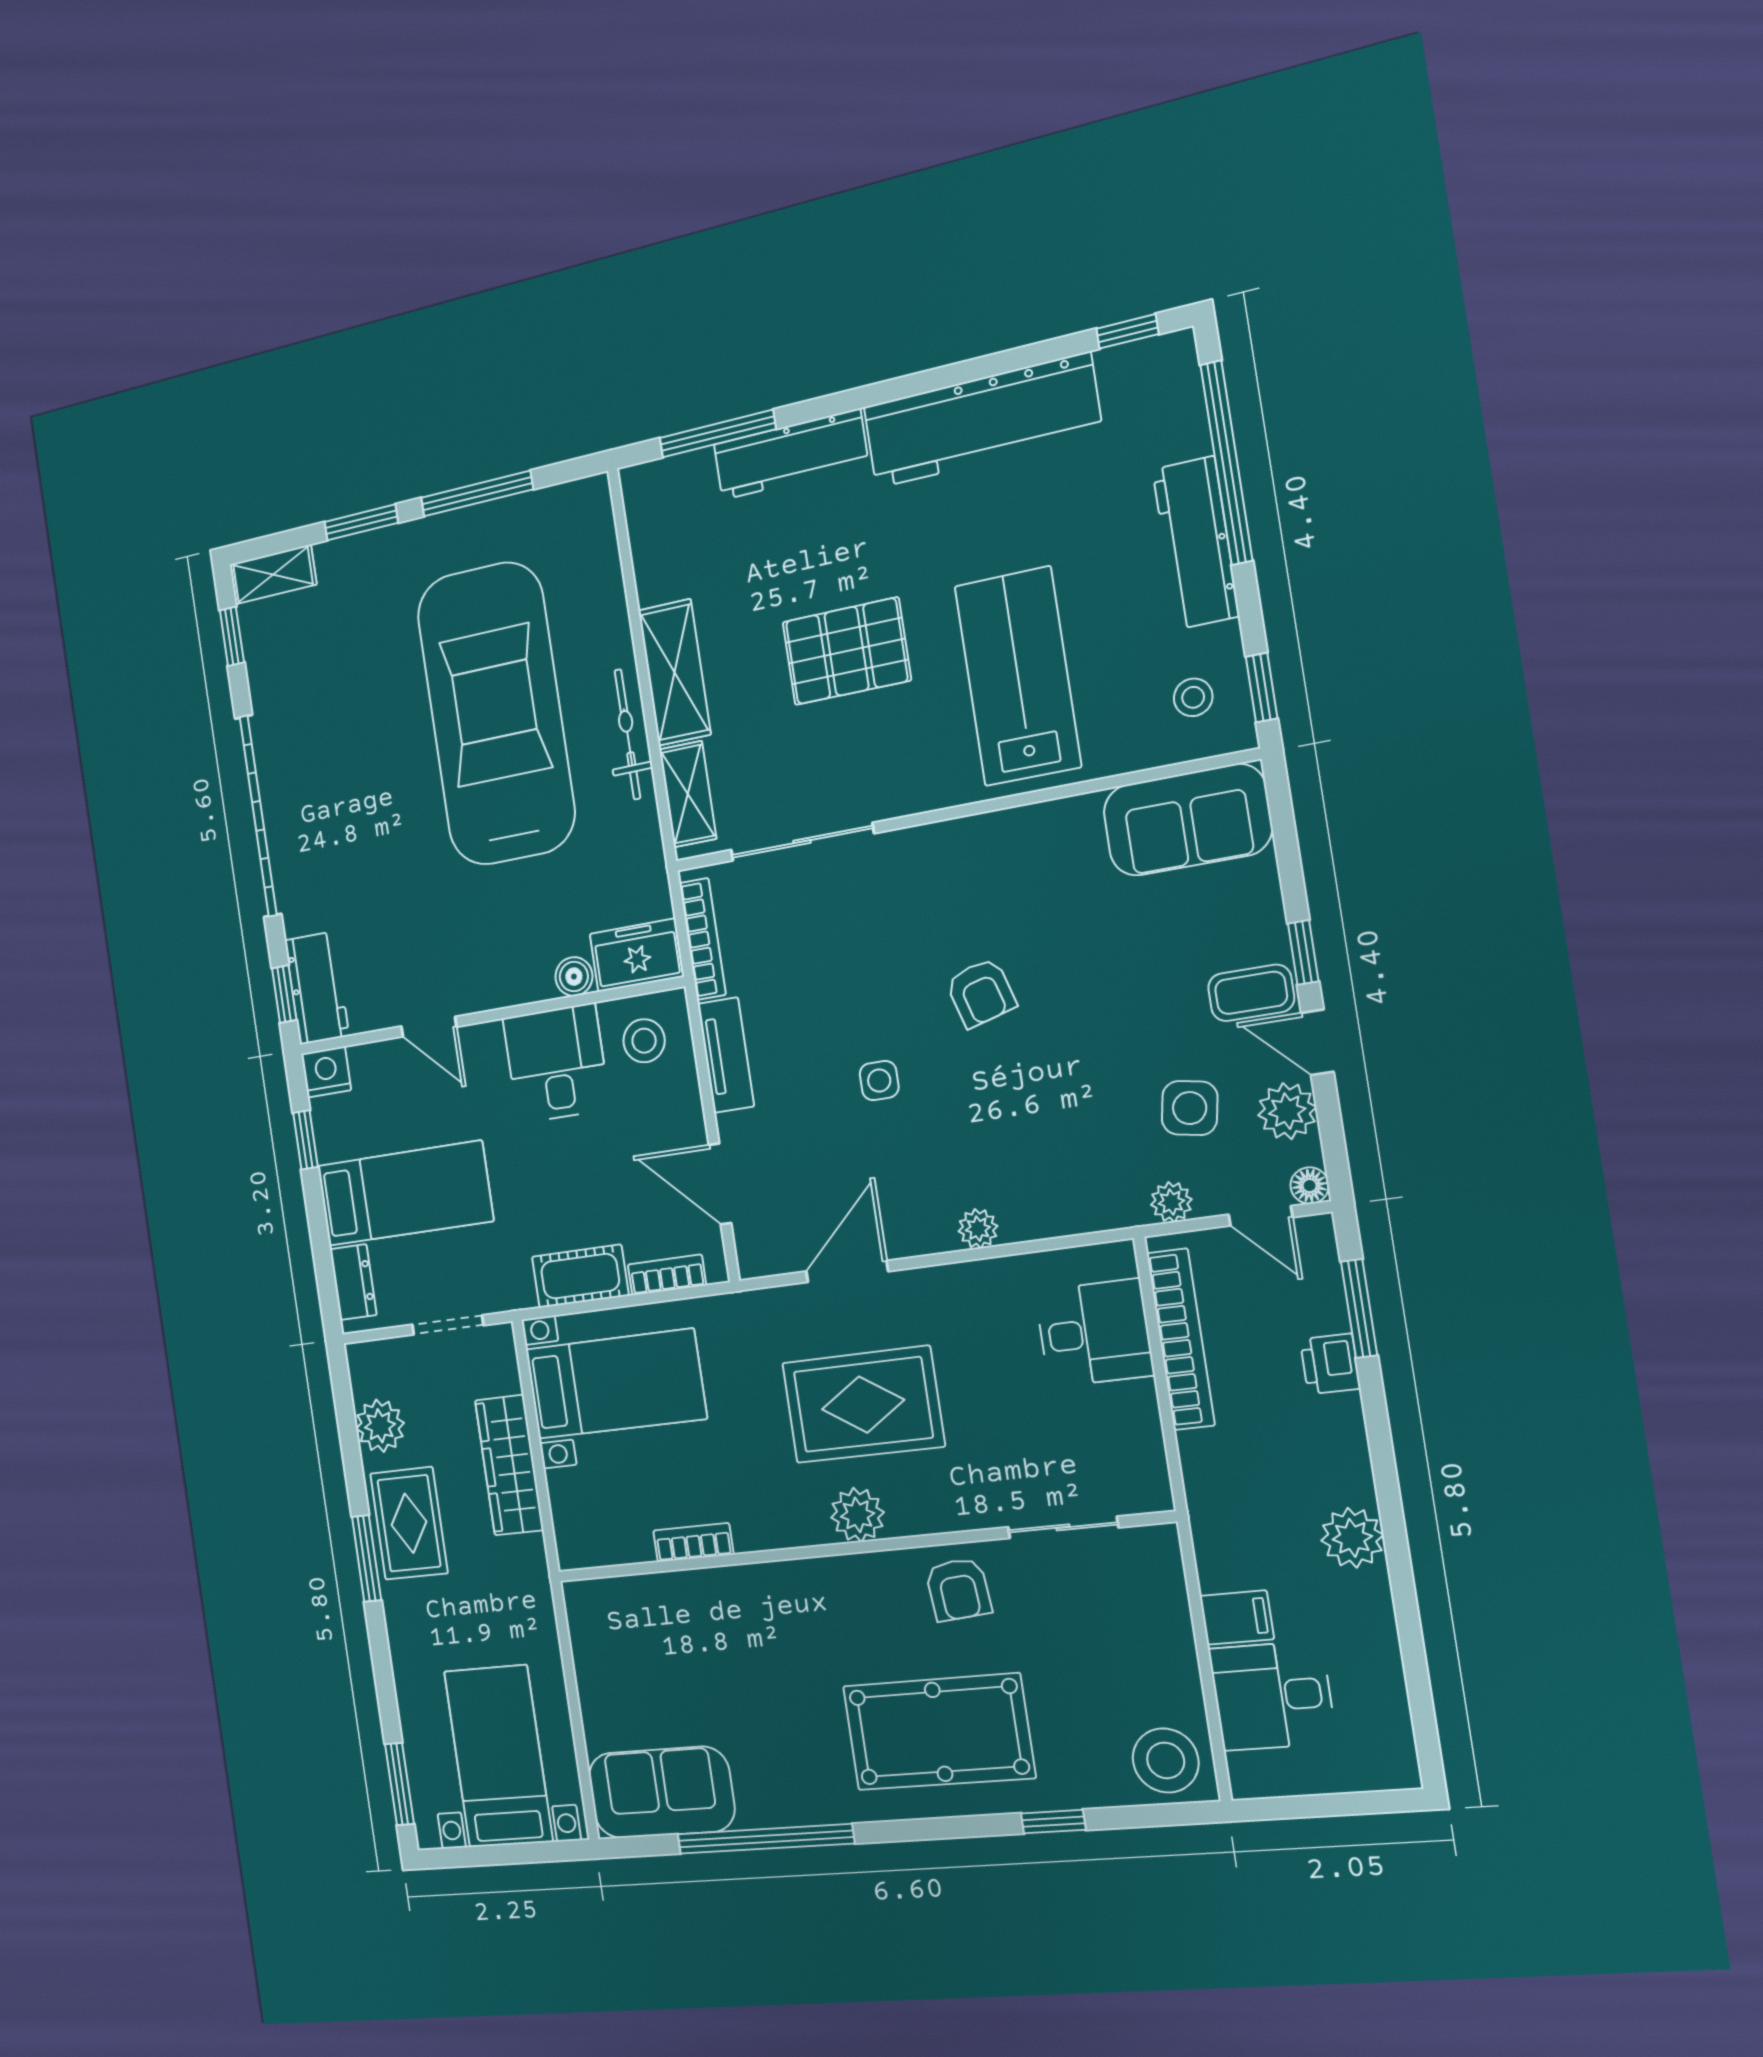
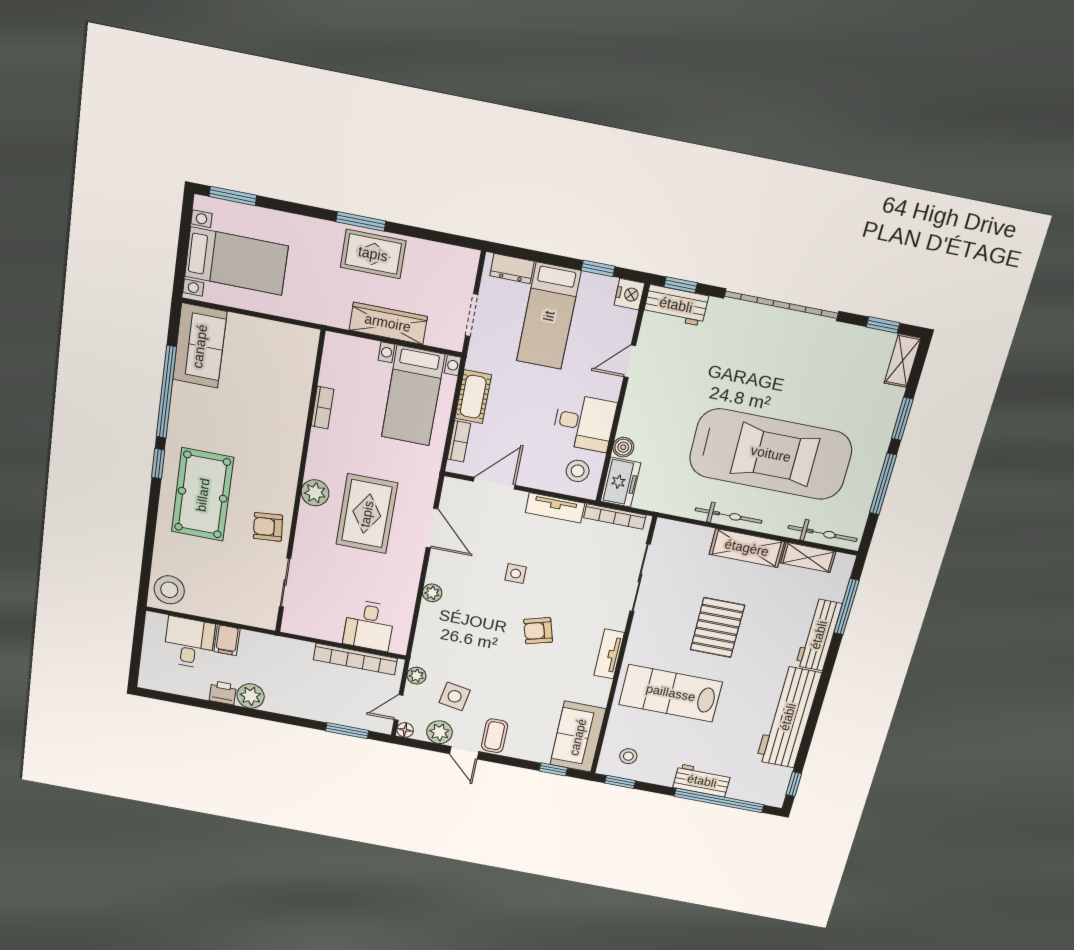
workbench: (1196, 543) -> (702, 781), width x0.73
bicycle: (599, 551) -> (823, 533), added
lab bench: (1018, 676) -> (671, 693), turned 180
shelving: (688, 794) -> (808, 557), moved
tv unit: (978, 834) -> (609, 654), added
window: (1303, 952) -> (553, 769), moved
door: (1317, 1042) -> (464, 753), swing flipped
printer: (1330, 1364) -> (223, 693), moved
plant: (380, 1426) -> (430, 256), removed
window: (1053, 1822) -> (158, 464), moved

